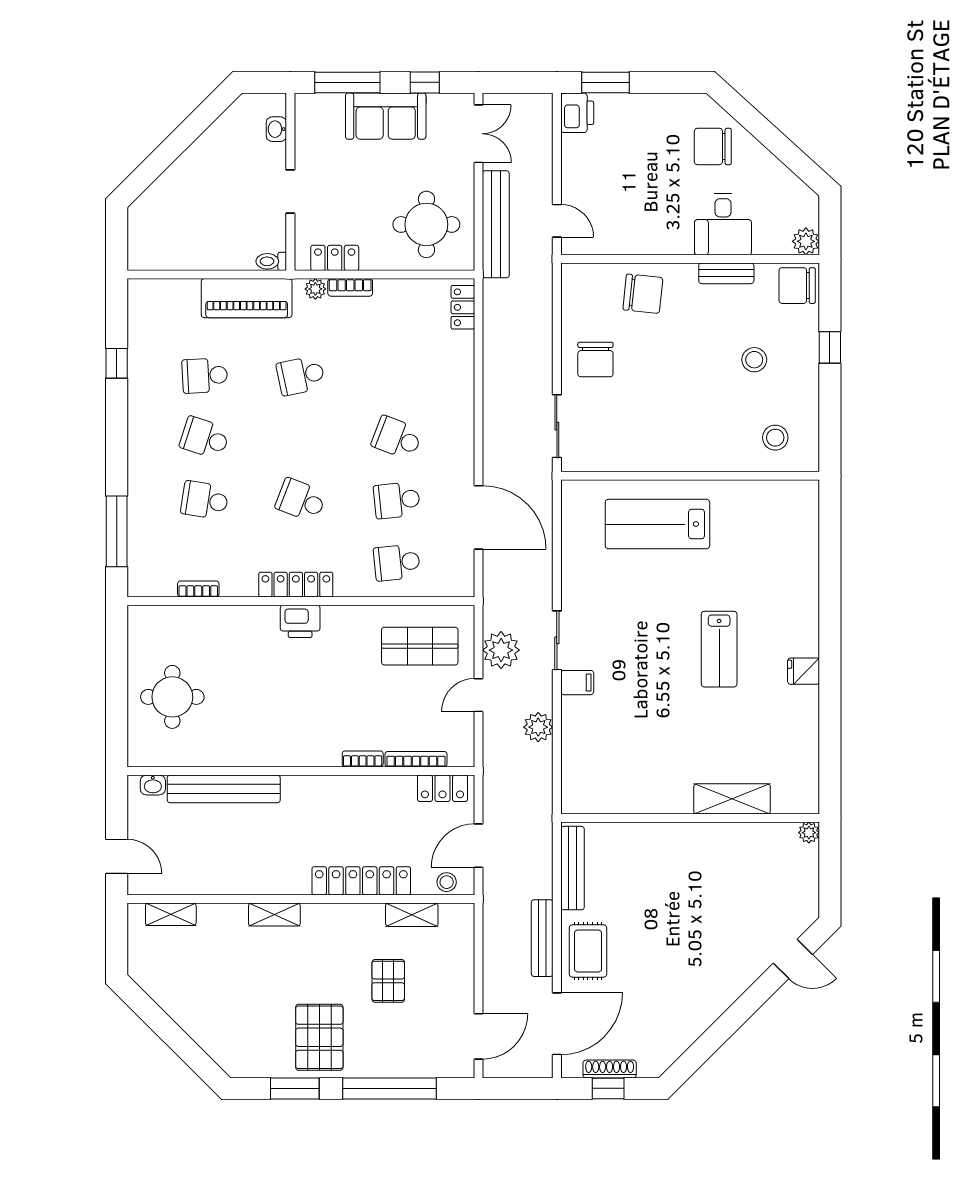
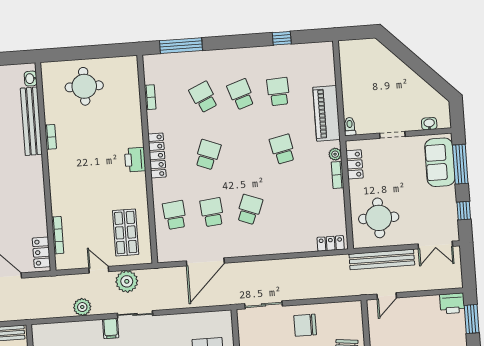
sofa: (386, 116) -> (440, 162), moved
school desk: (205, 438) -> (241, 94), turned -36
school desk: (205, 500) -> (204, 97), turned -33
bookcase: (363, 759) -> (51, 137), moved

